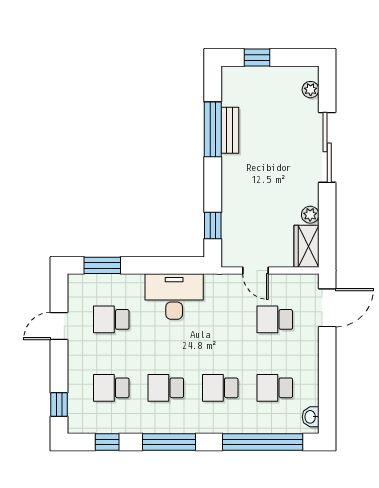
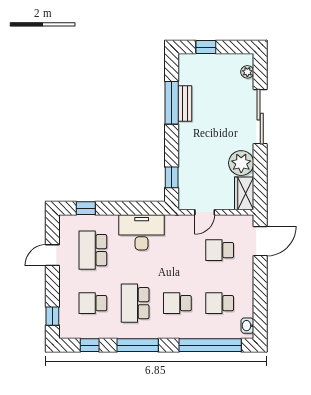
plant: (310, 215) -> (241, 163), width x1.87, depth x1.87
window: (102, 265) -> (86, 208), width x0.67
door: (255, 271) -> (205, 212), hinge flipped
school desk: (111, 319) -> (93, 250), width x1.85
school desk: (166, 388) -> (135, 303), width x1.85

